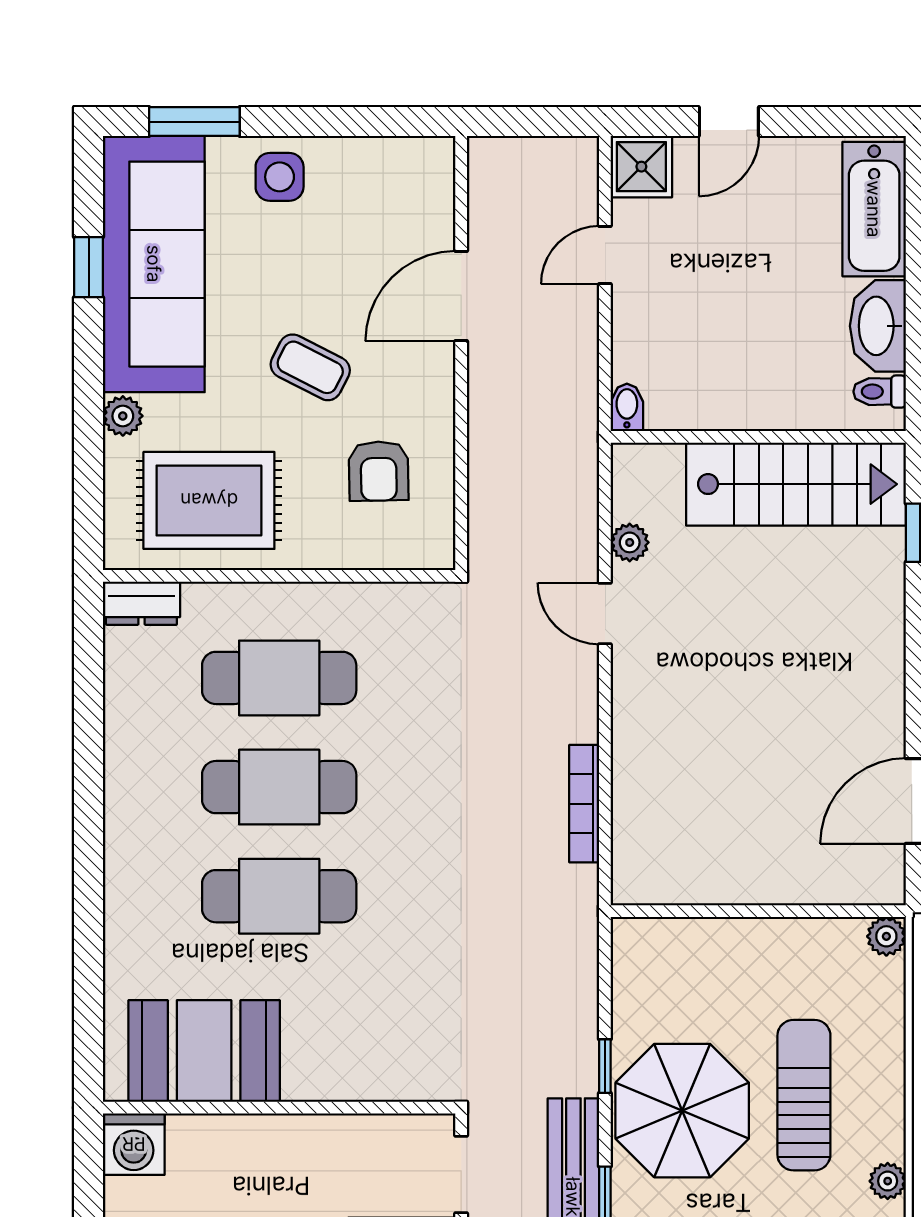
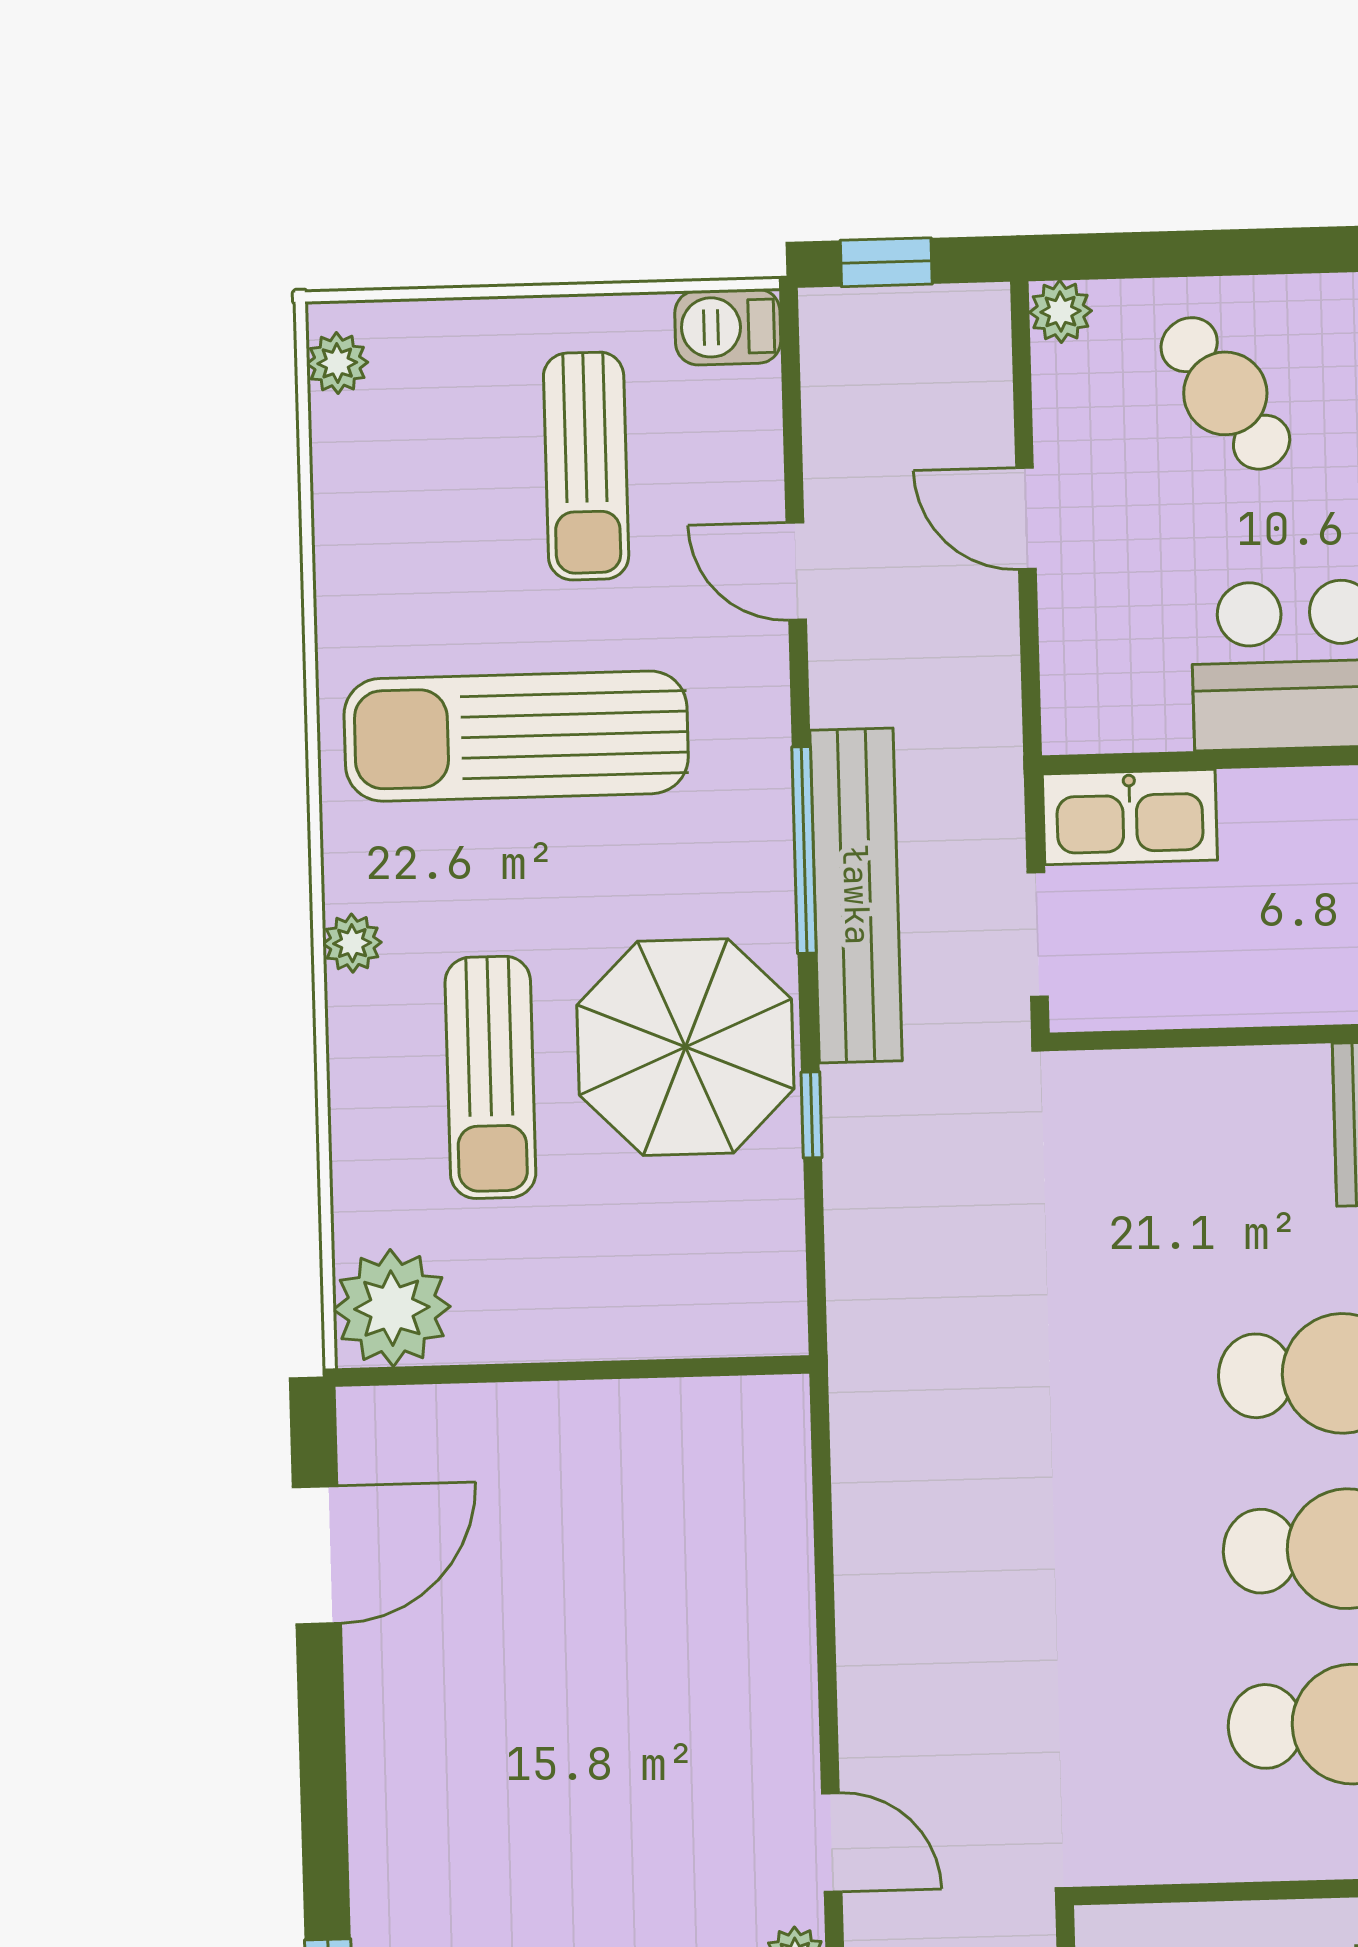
bookcase: (584, 804) -> (857, 1536), removed
plant: (886, 936) -> (392, 1308), width x1.88, depth x1.88

